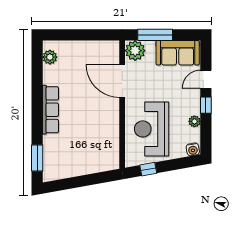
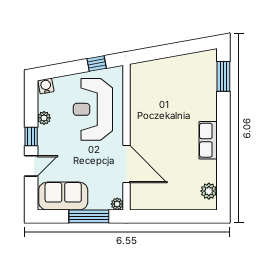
plant: (135, 51) -> (117, 204), width x0.53, depth x0.53
row of seats: (51, 110) -> (208, 140), width x0.68
reception desk: (152, 129) -> (93, 109), turned 180

